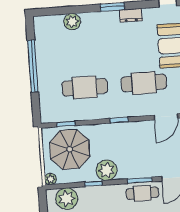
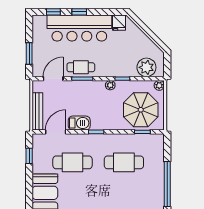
barbecue: (139, 129) -> (79, 123), added
plant: (107, 170) -> (110, 85), width x0.53, depth x0.53

